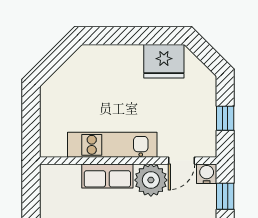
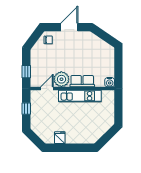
fridge: (164, 61) -> (60, 138), width x0.53, depth x0.75
water cooler: (207, 174) -> (110, 82), moved

